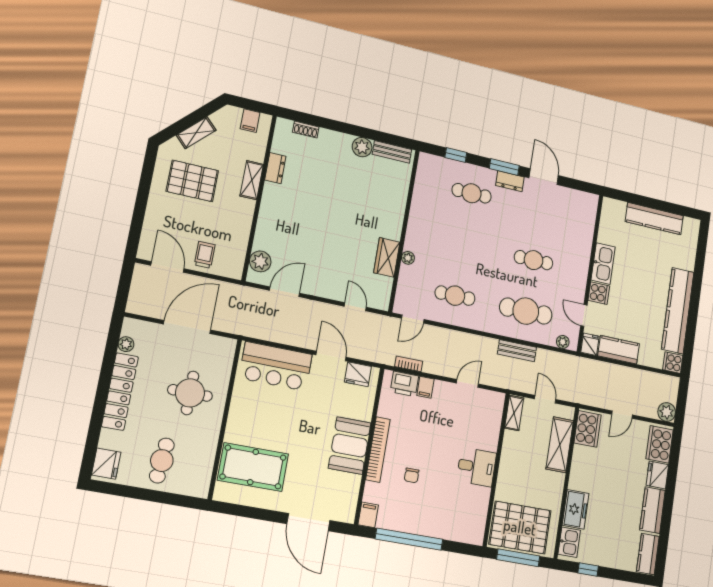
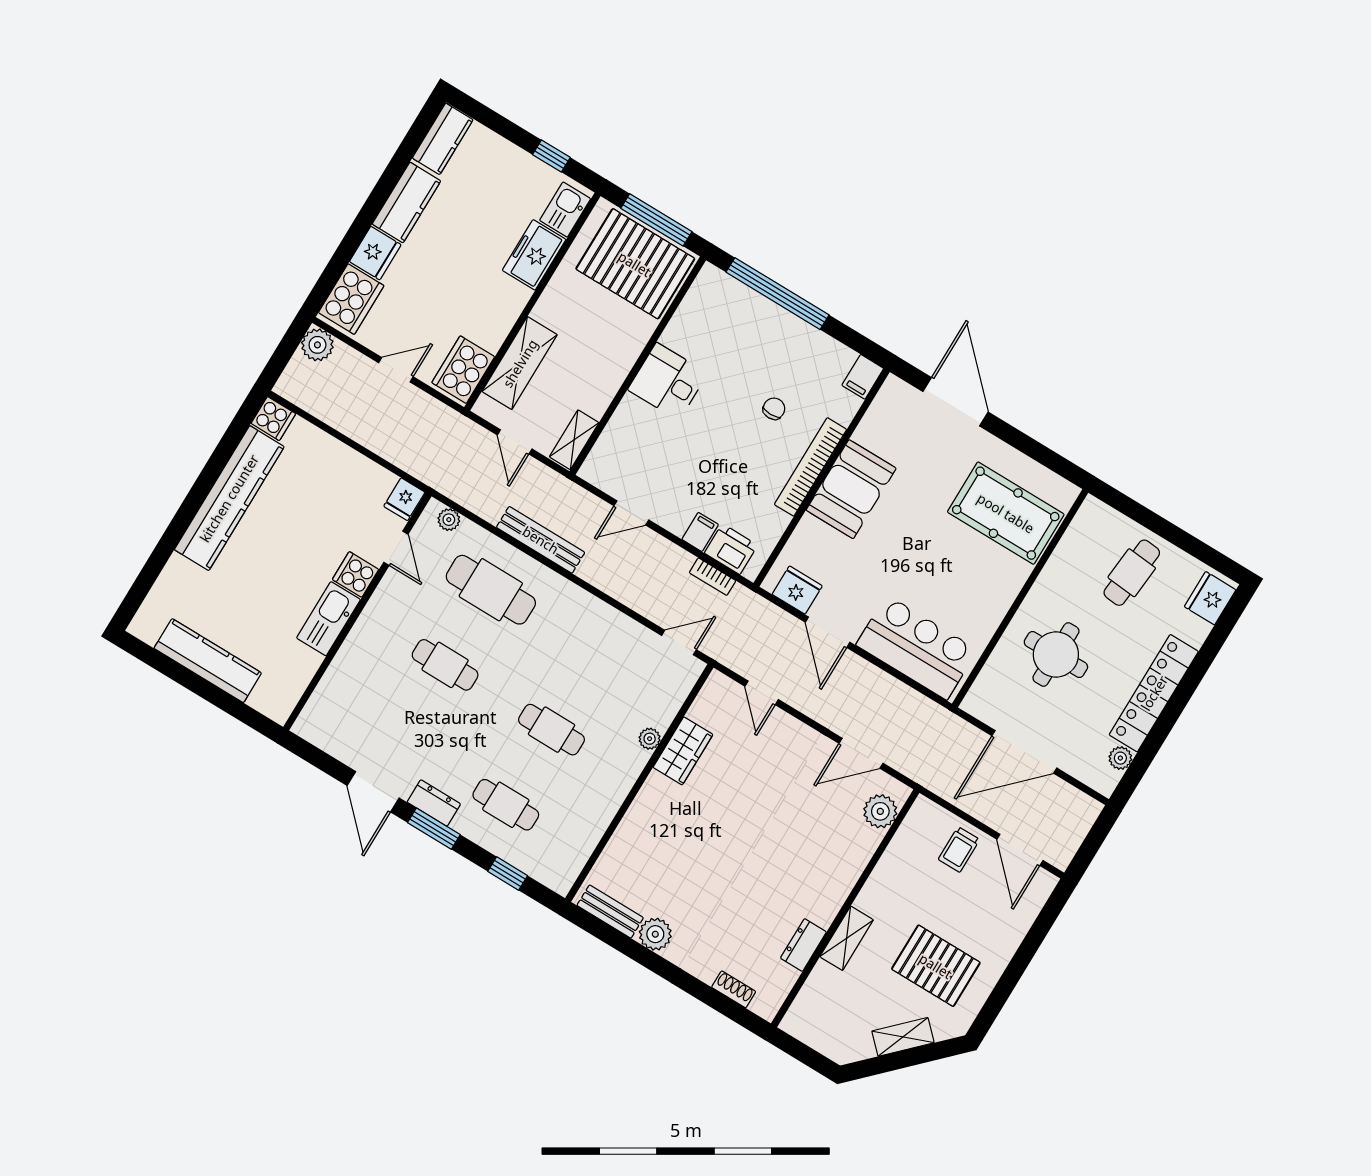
filing cabinet: (250, 121) -> (814, 1030), removed
cafe table: (455, 296) -> (552, 730), moved
kitchen counter: (619, 350) -> (359, 473), removed
bench: (517, 351) -> (541, 540), width x1.36
window: (409, 539) -> (778, 294), moved

